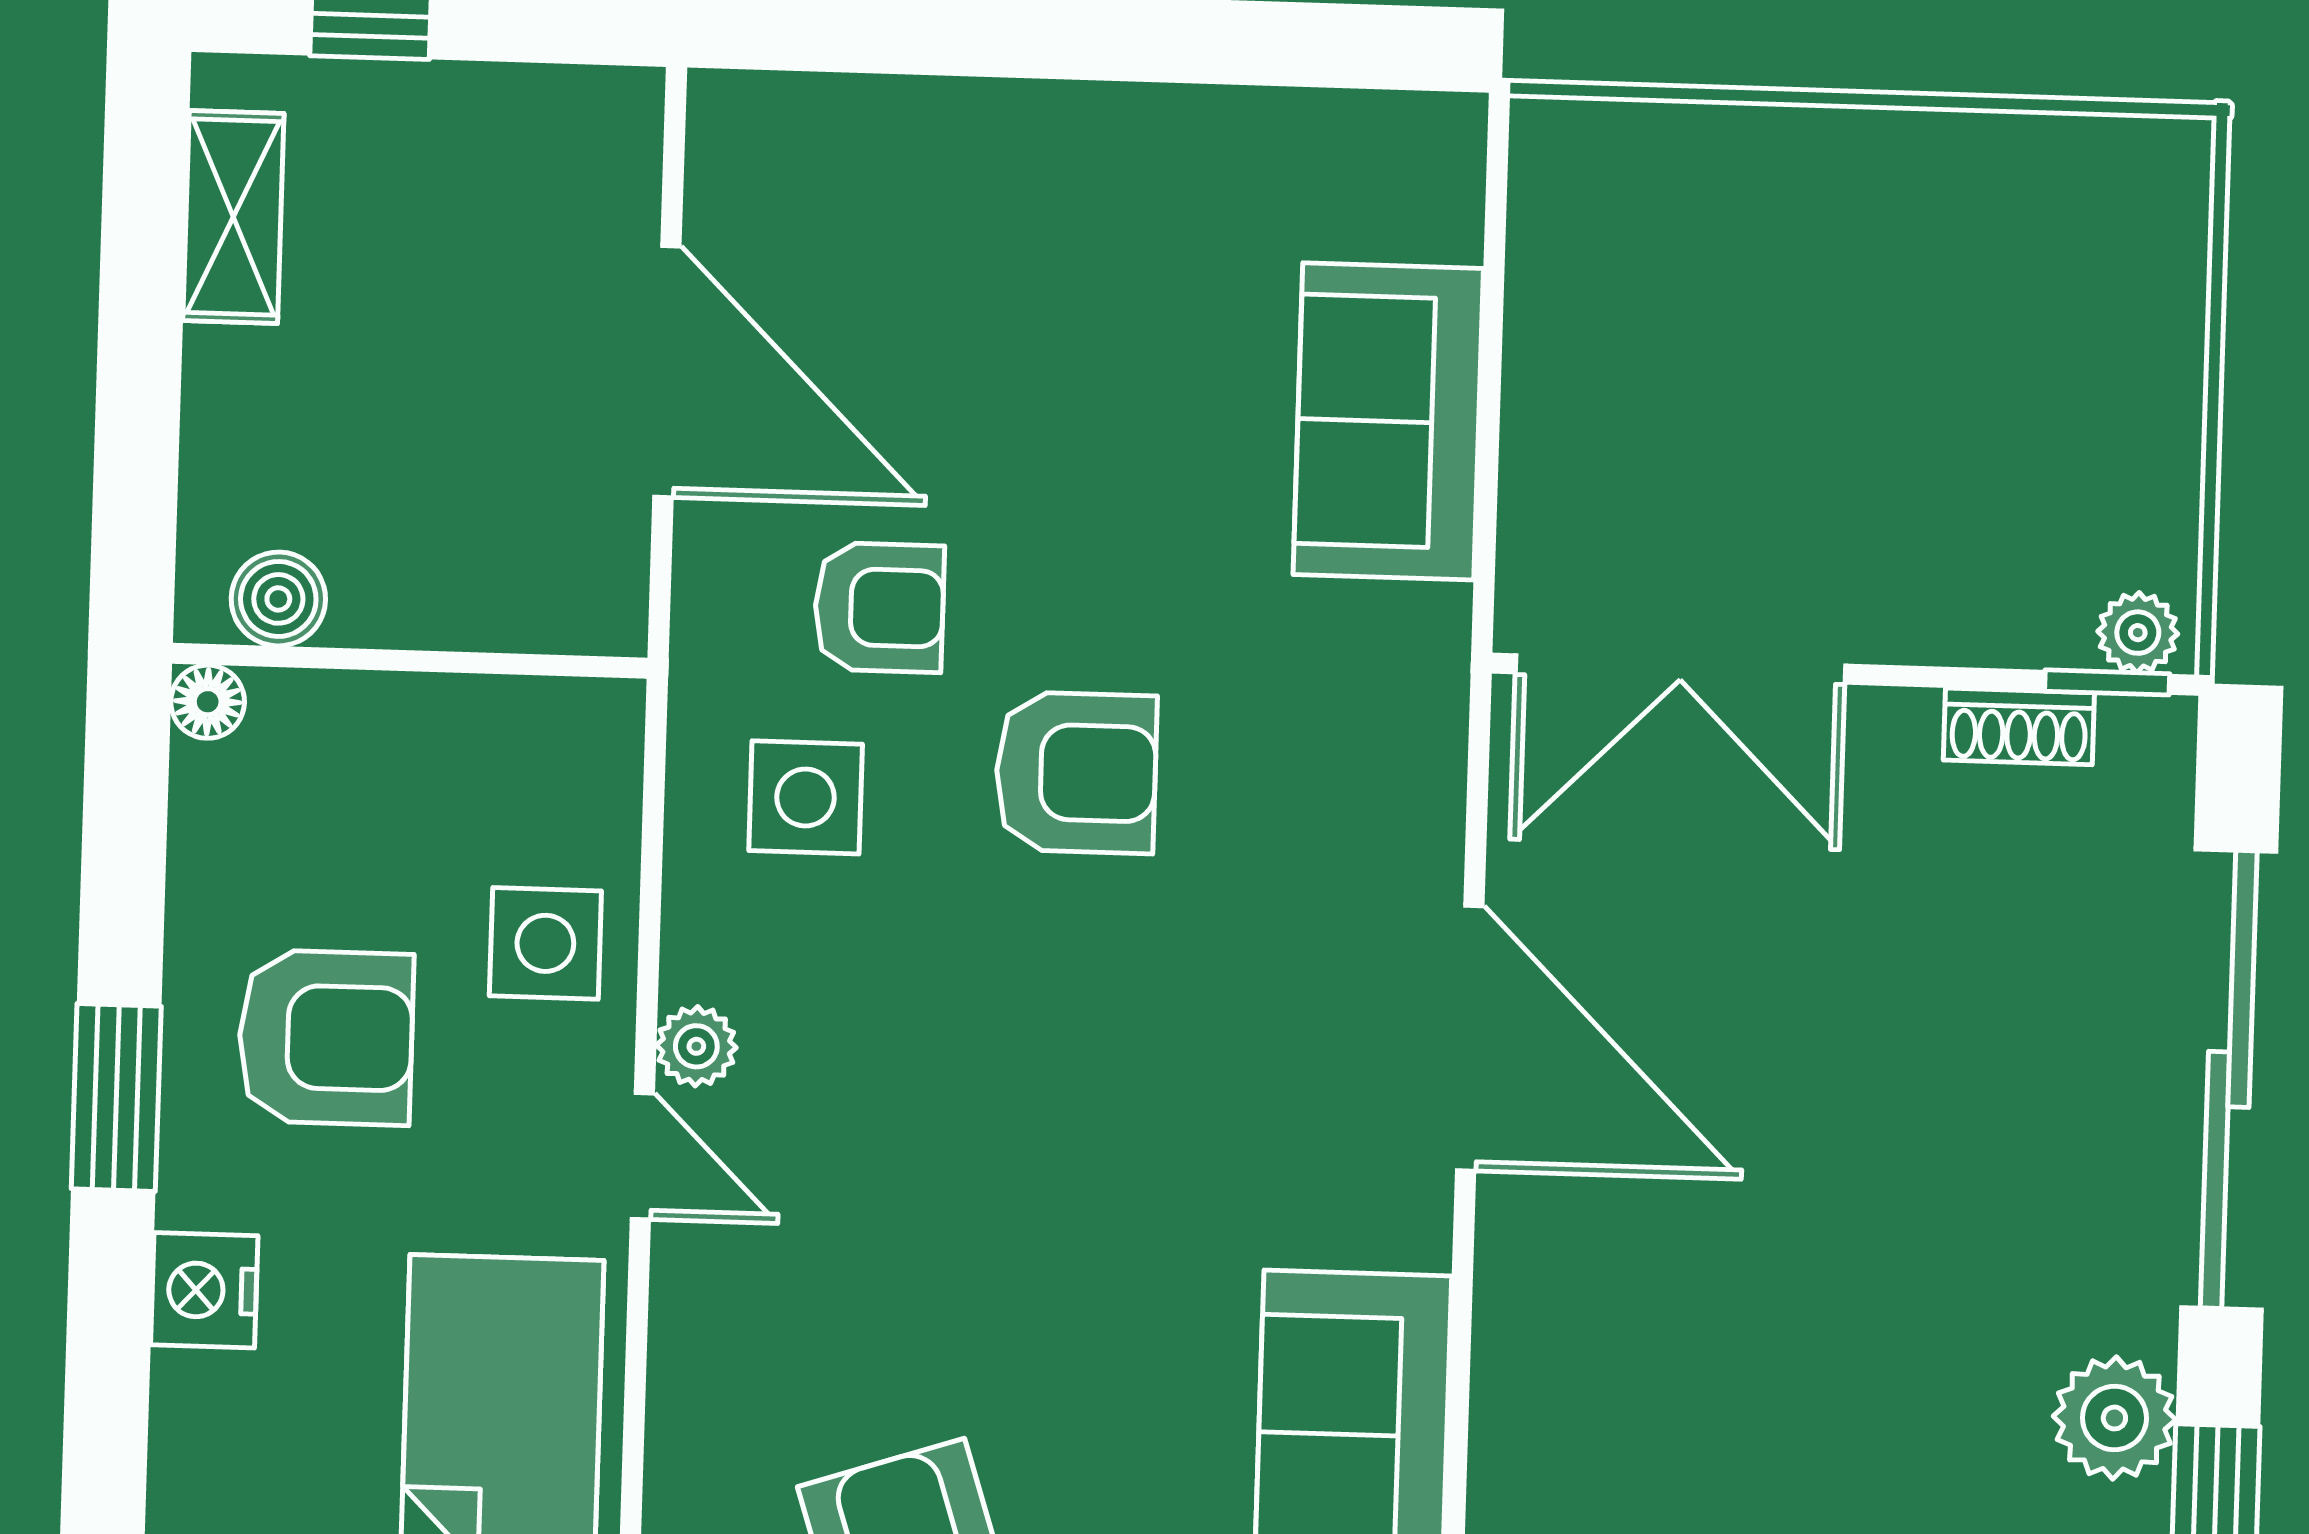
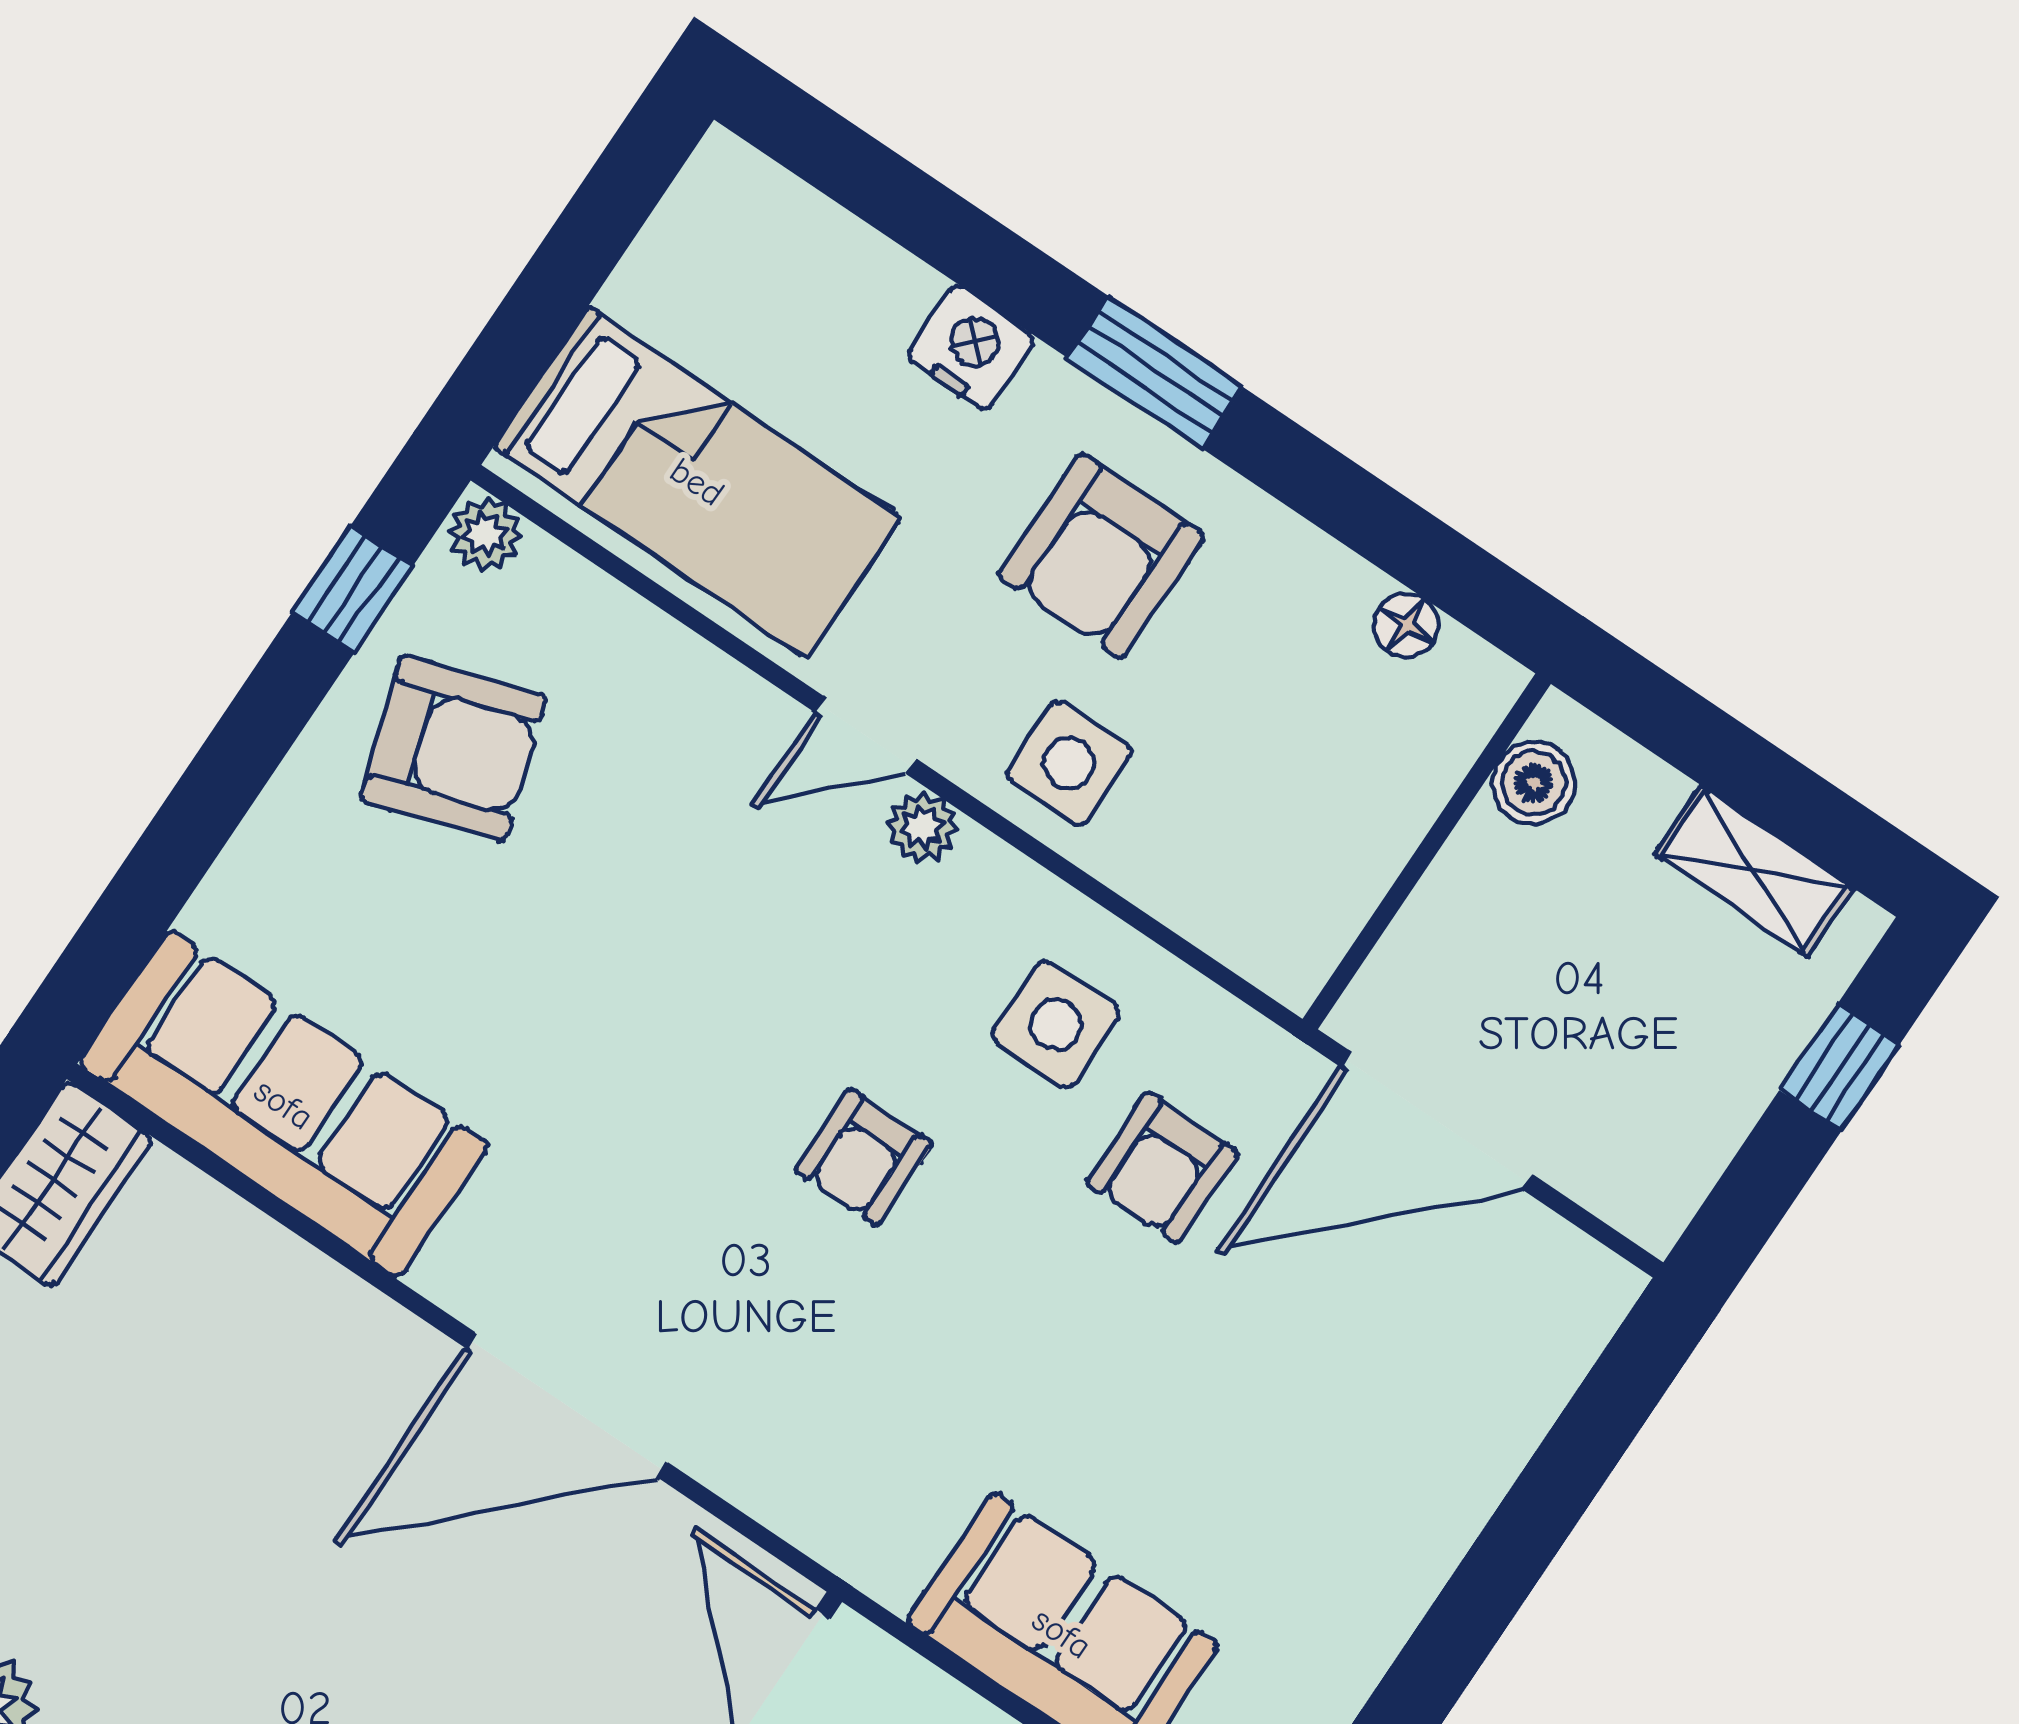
boiler: (278, 599) -> (1534, 783), moved
wall: (410, 661) -> (1427, 851), moved
armchair: (1076, 773) -> (863, 1157), moved, width x0.72, depth x0.72

